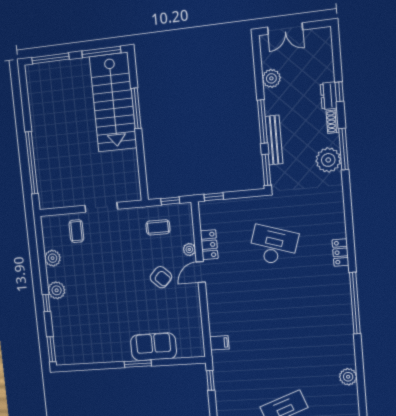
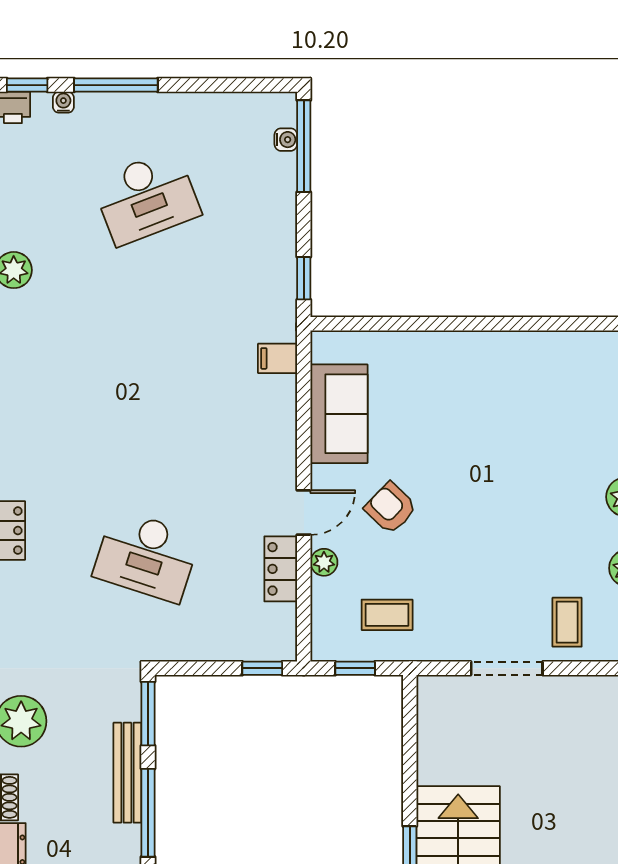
sofa: (154, 347) -> (339, 414), moved, turned -90
window: (138, 364) -> (460, 324), removed

